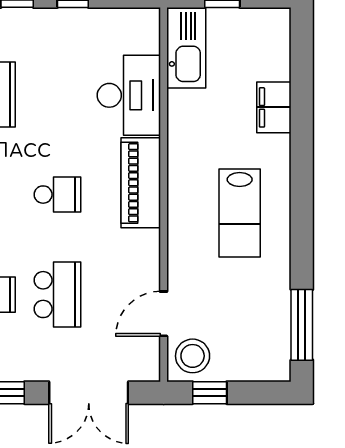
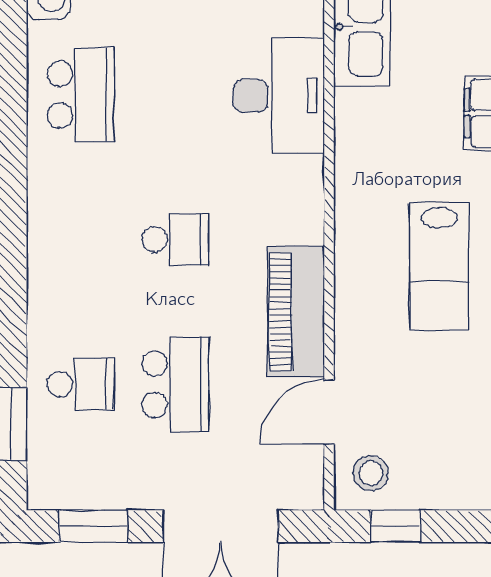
piano: (141, 183) -> (296, 312), moved
stool: (193, 356) -> (371, 473), width x0.73, depth x0.73

